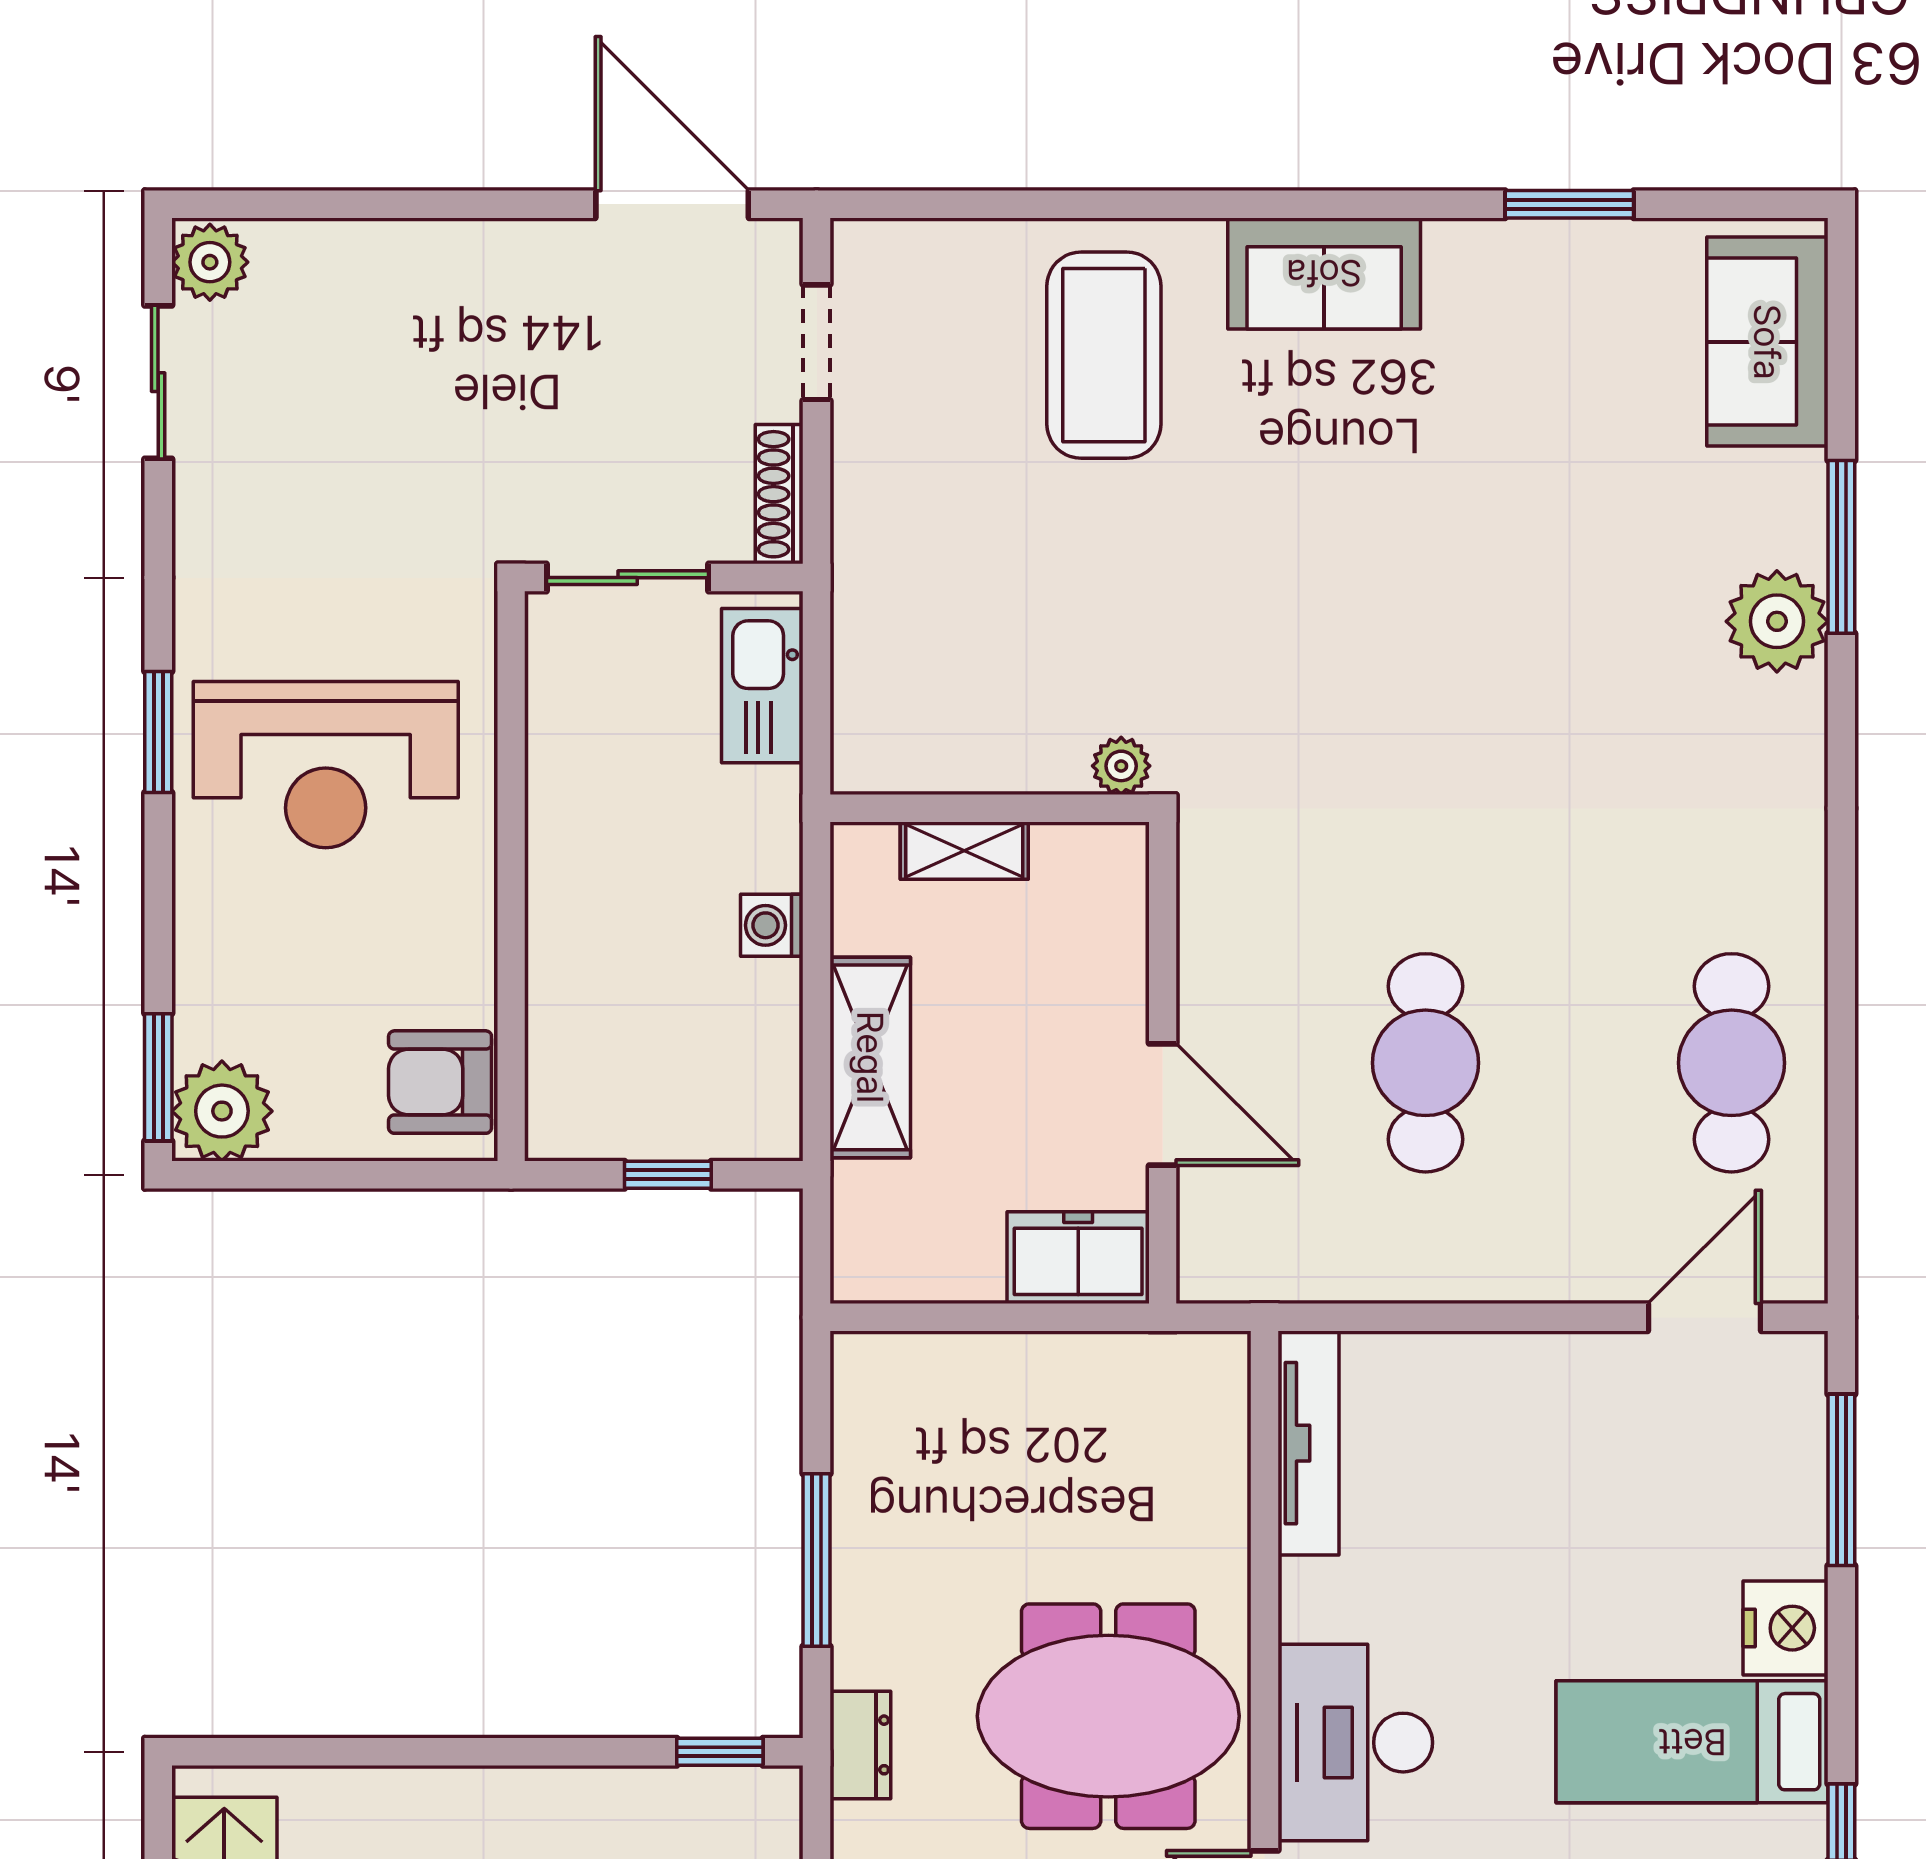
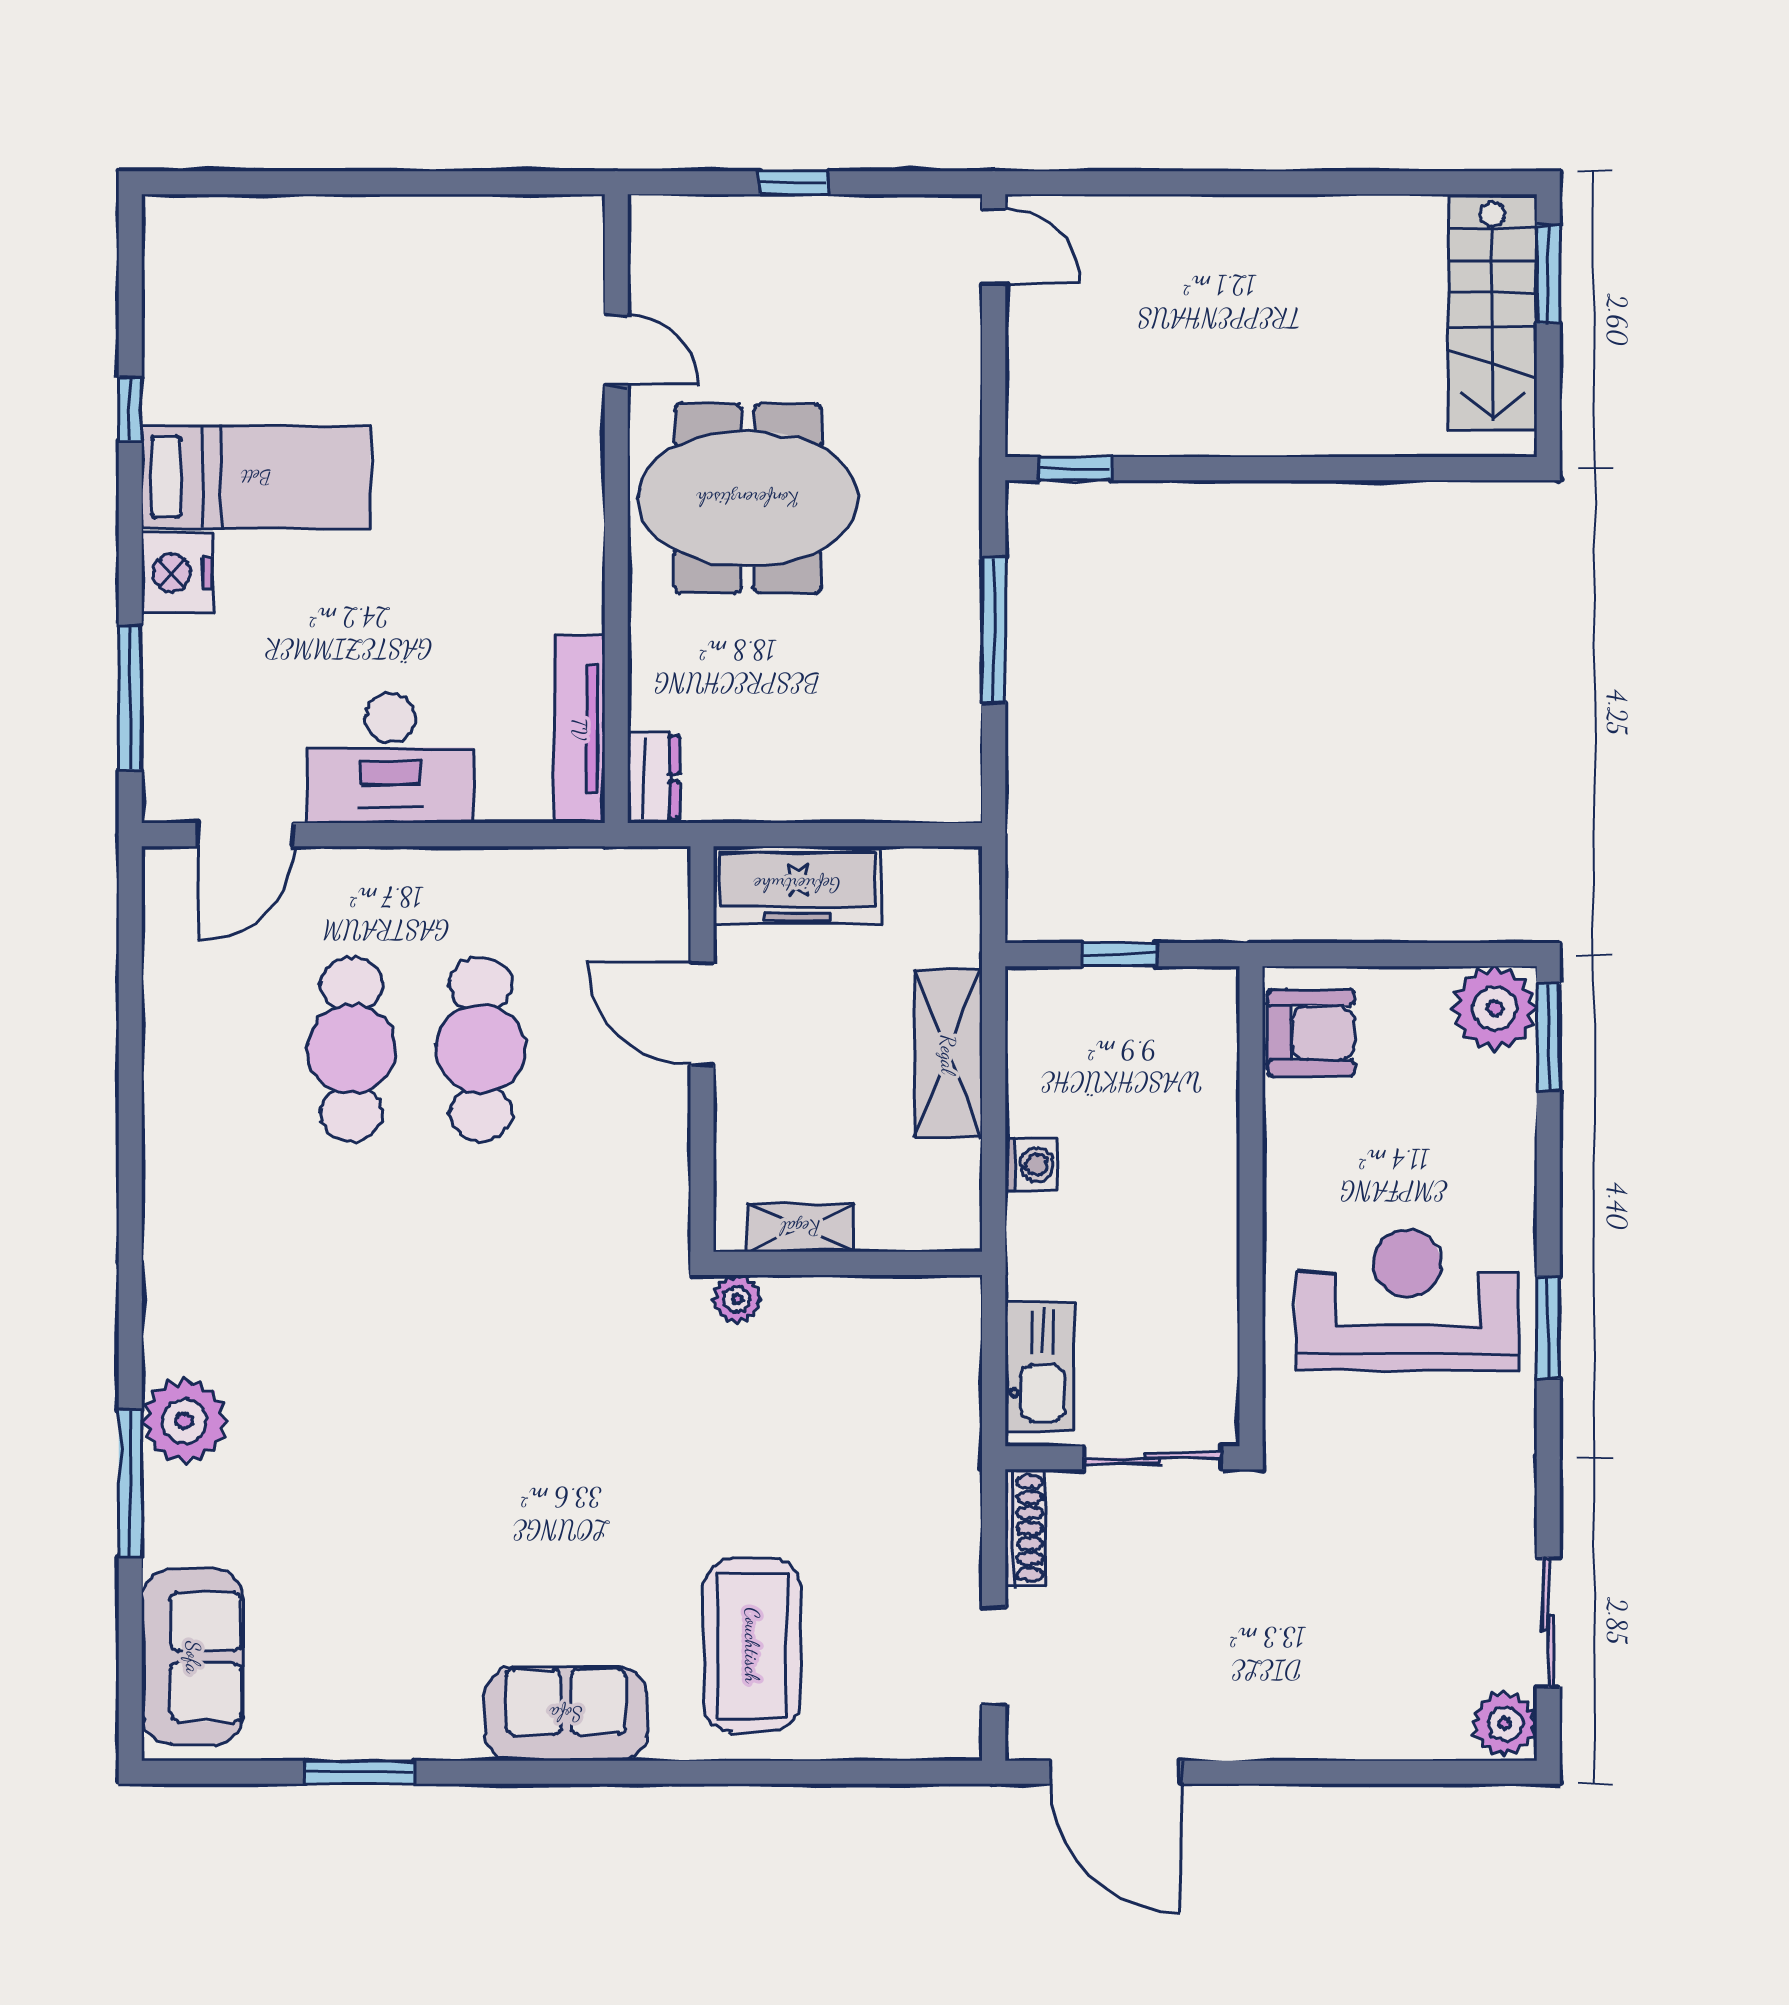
shelving: (964, 851) -> (801, 1228), moved
cafe table: (1732, 1063) -> (352, 1049), moved
freezer: (1078, 1258) -> (797, 885), width x1.40
desk: (1355, 1743) -> (390, 758), moved, turned 90
dresser: (860, 1745) -> (653, 778), moved, turned 180

